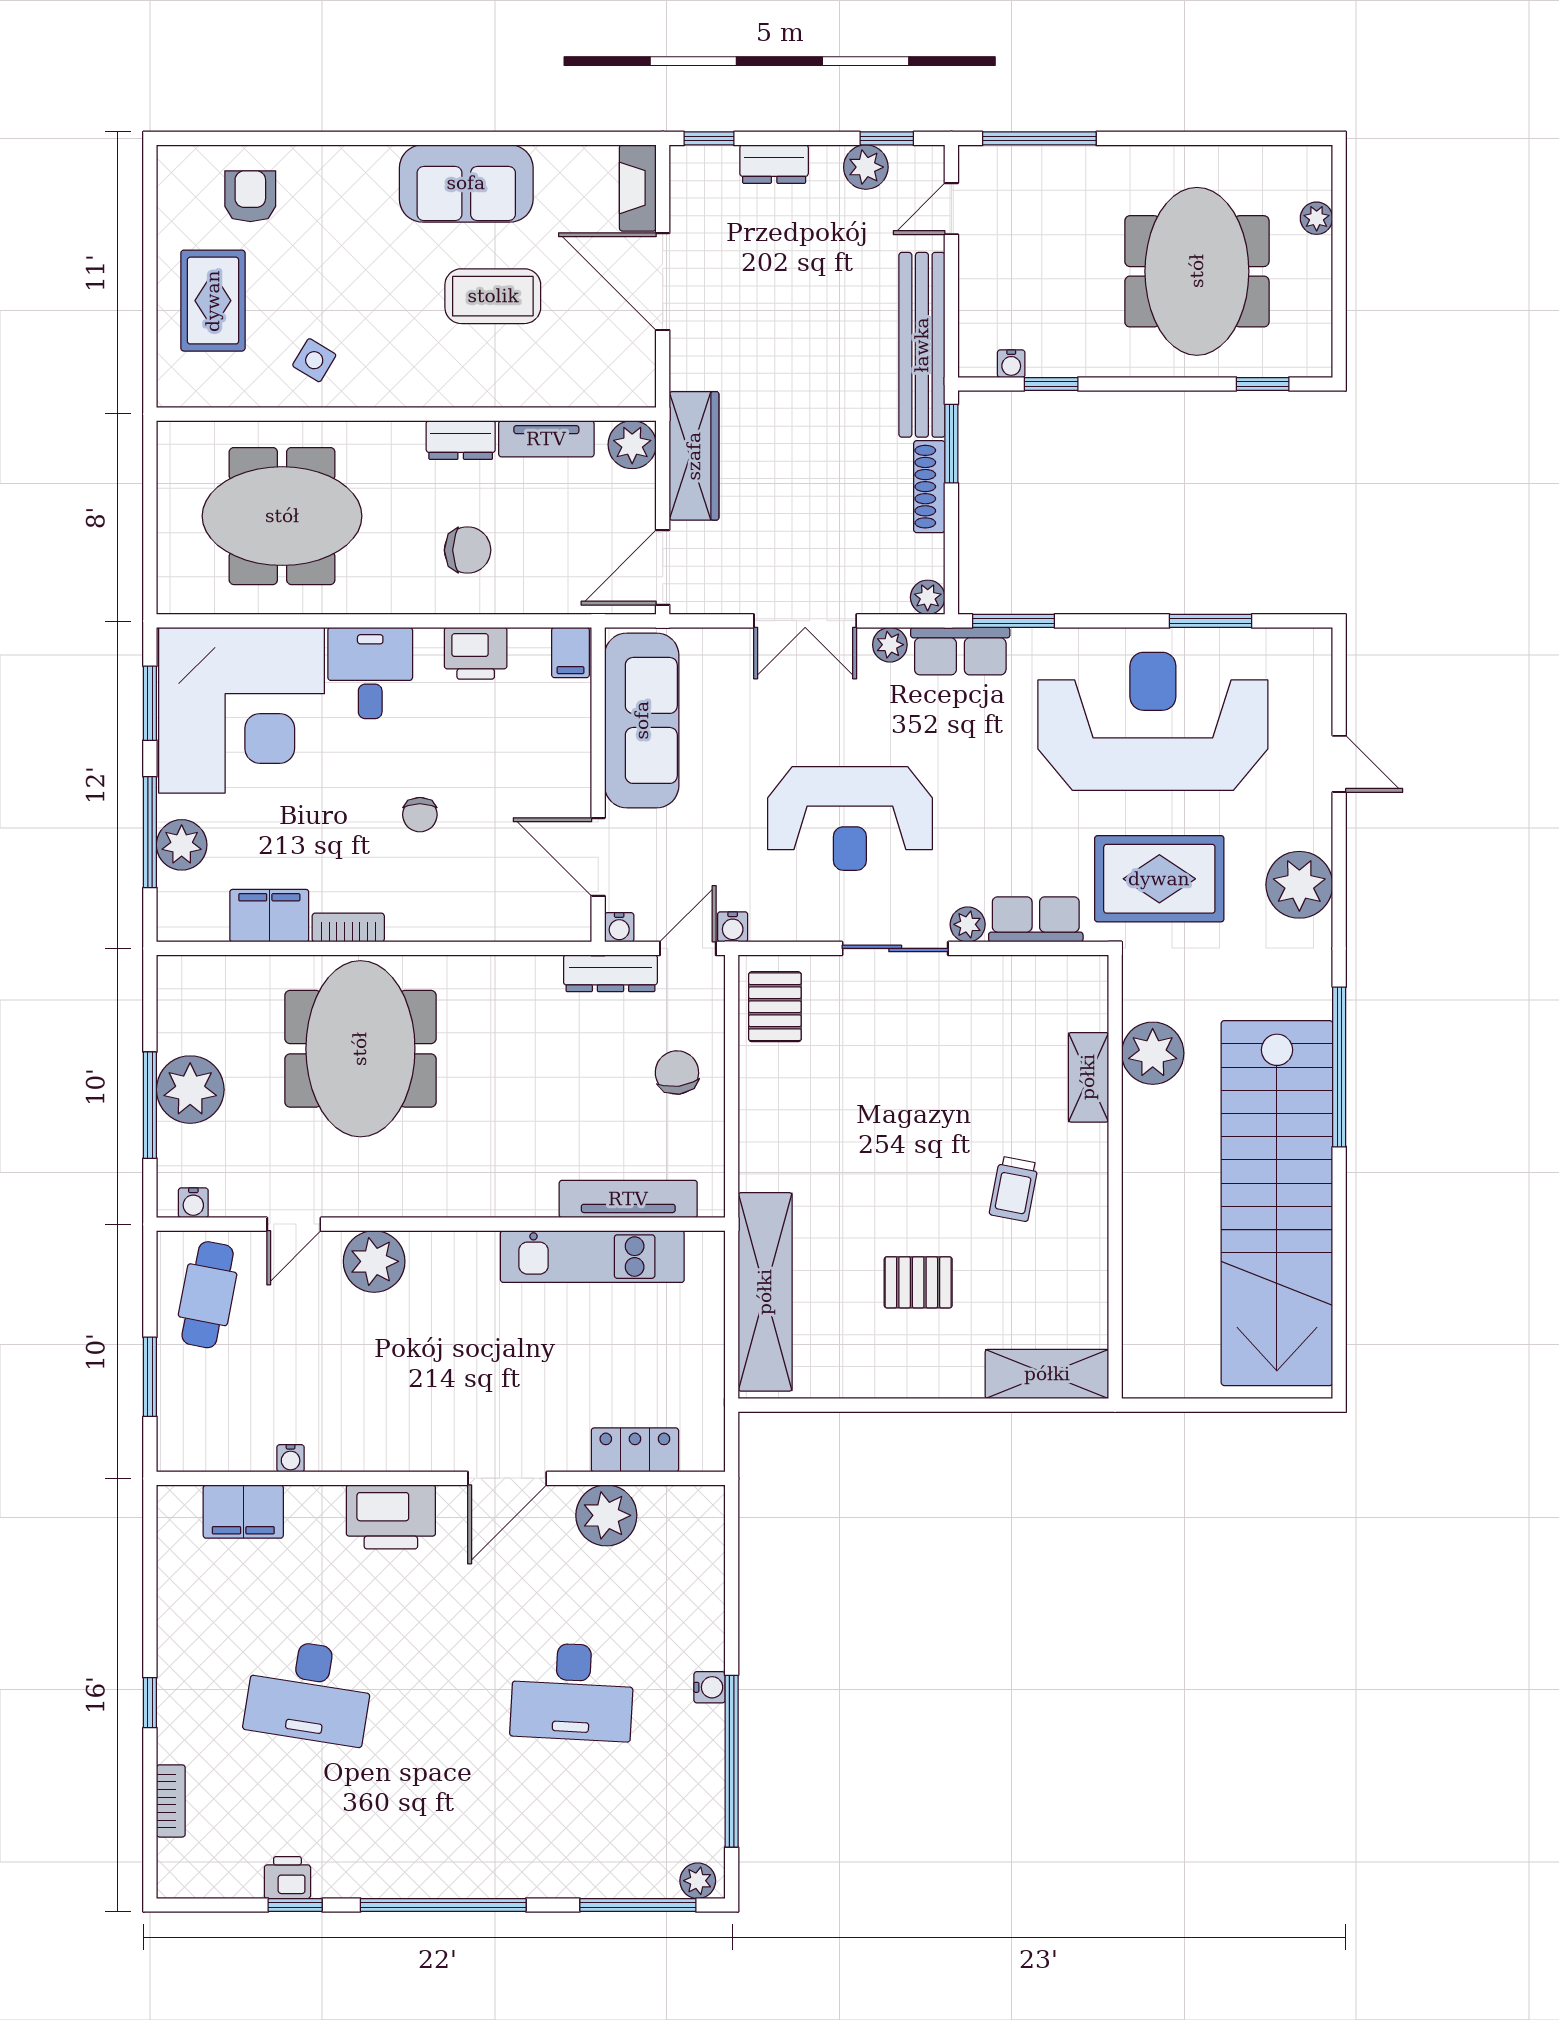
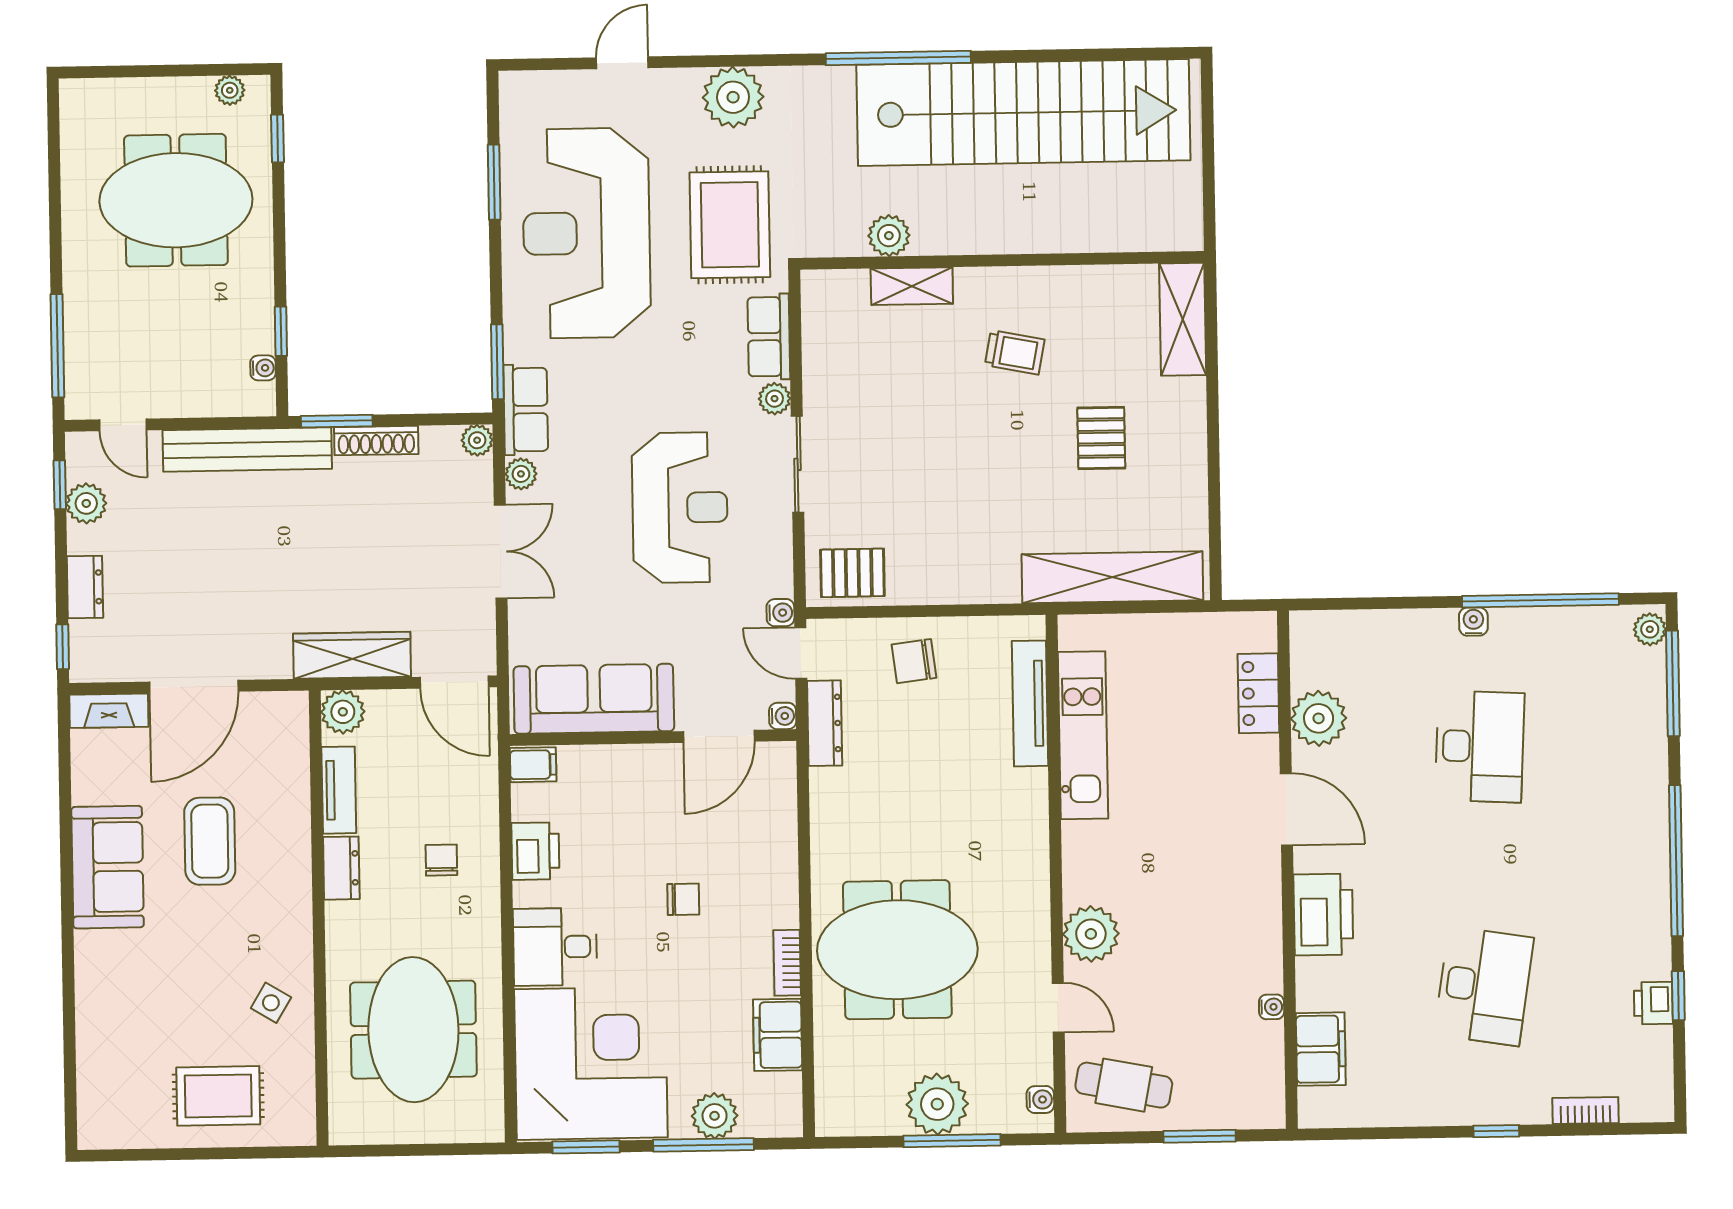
armchair: (250, 196) -> (123, 1064), removed
plant: (1317, 218) -> (230, 90), moved
chair: (468, 550) -> (441, 860), width x0.73, depth x0.73
plant: (1153, 1053) -> (889, 236), width x0.73, depth x0.73

